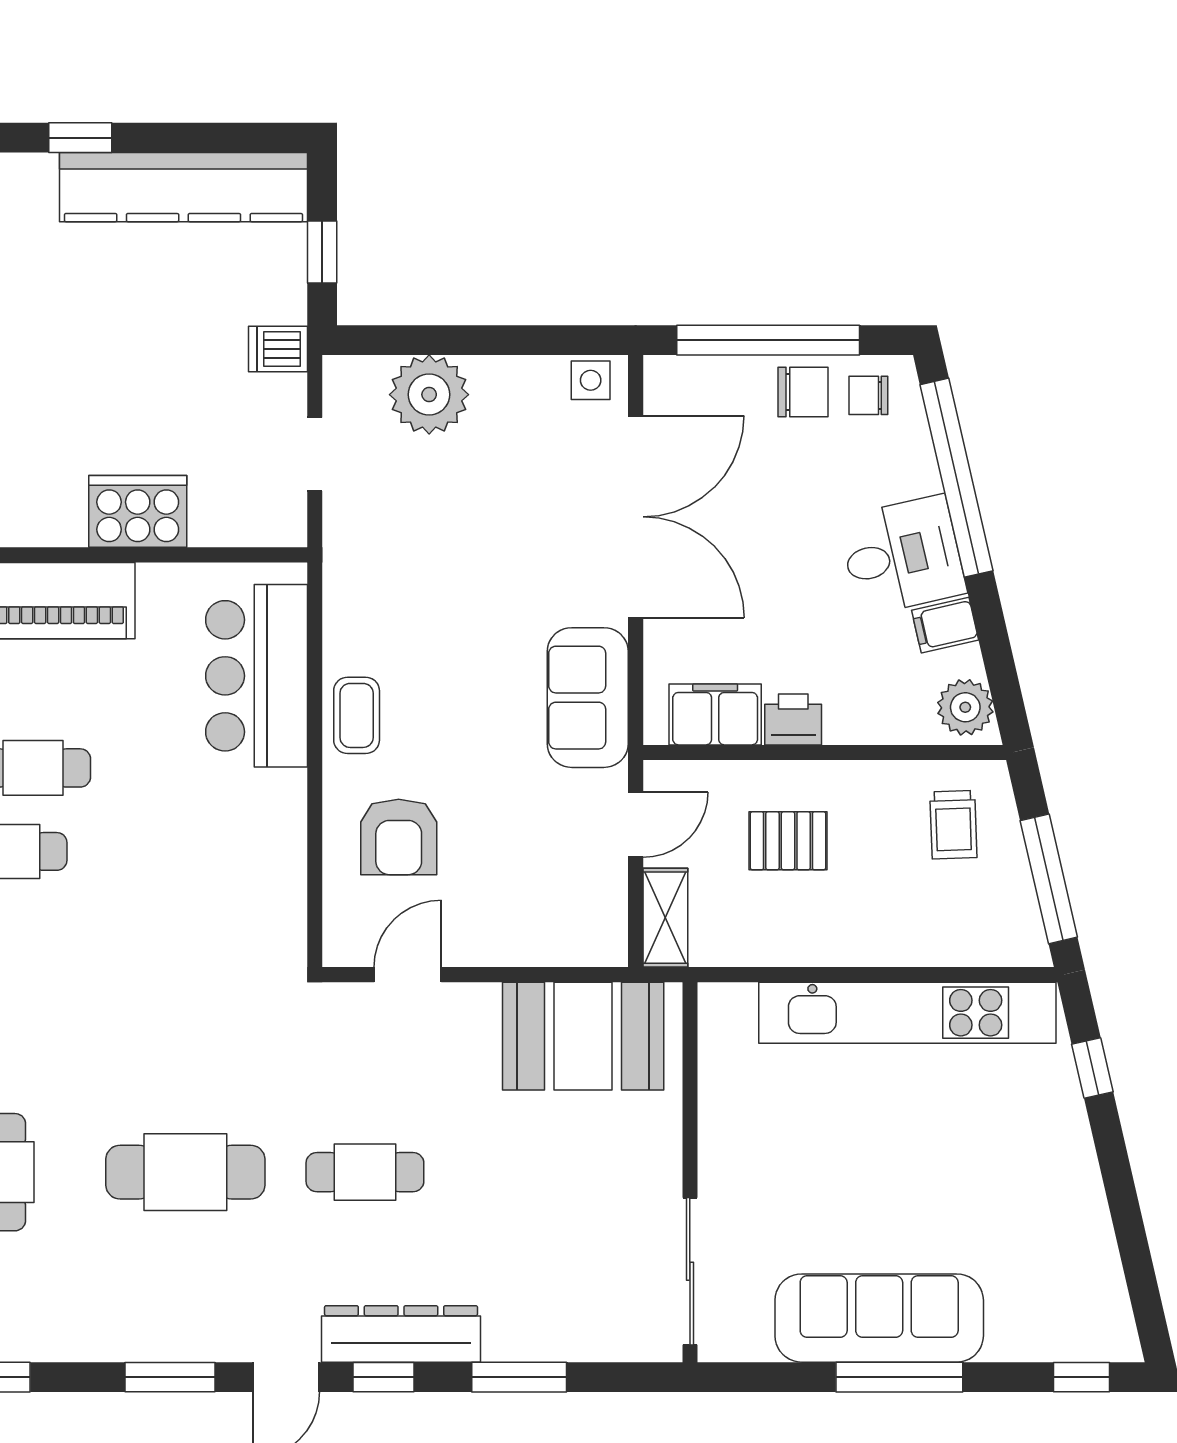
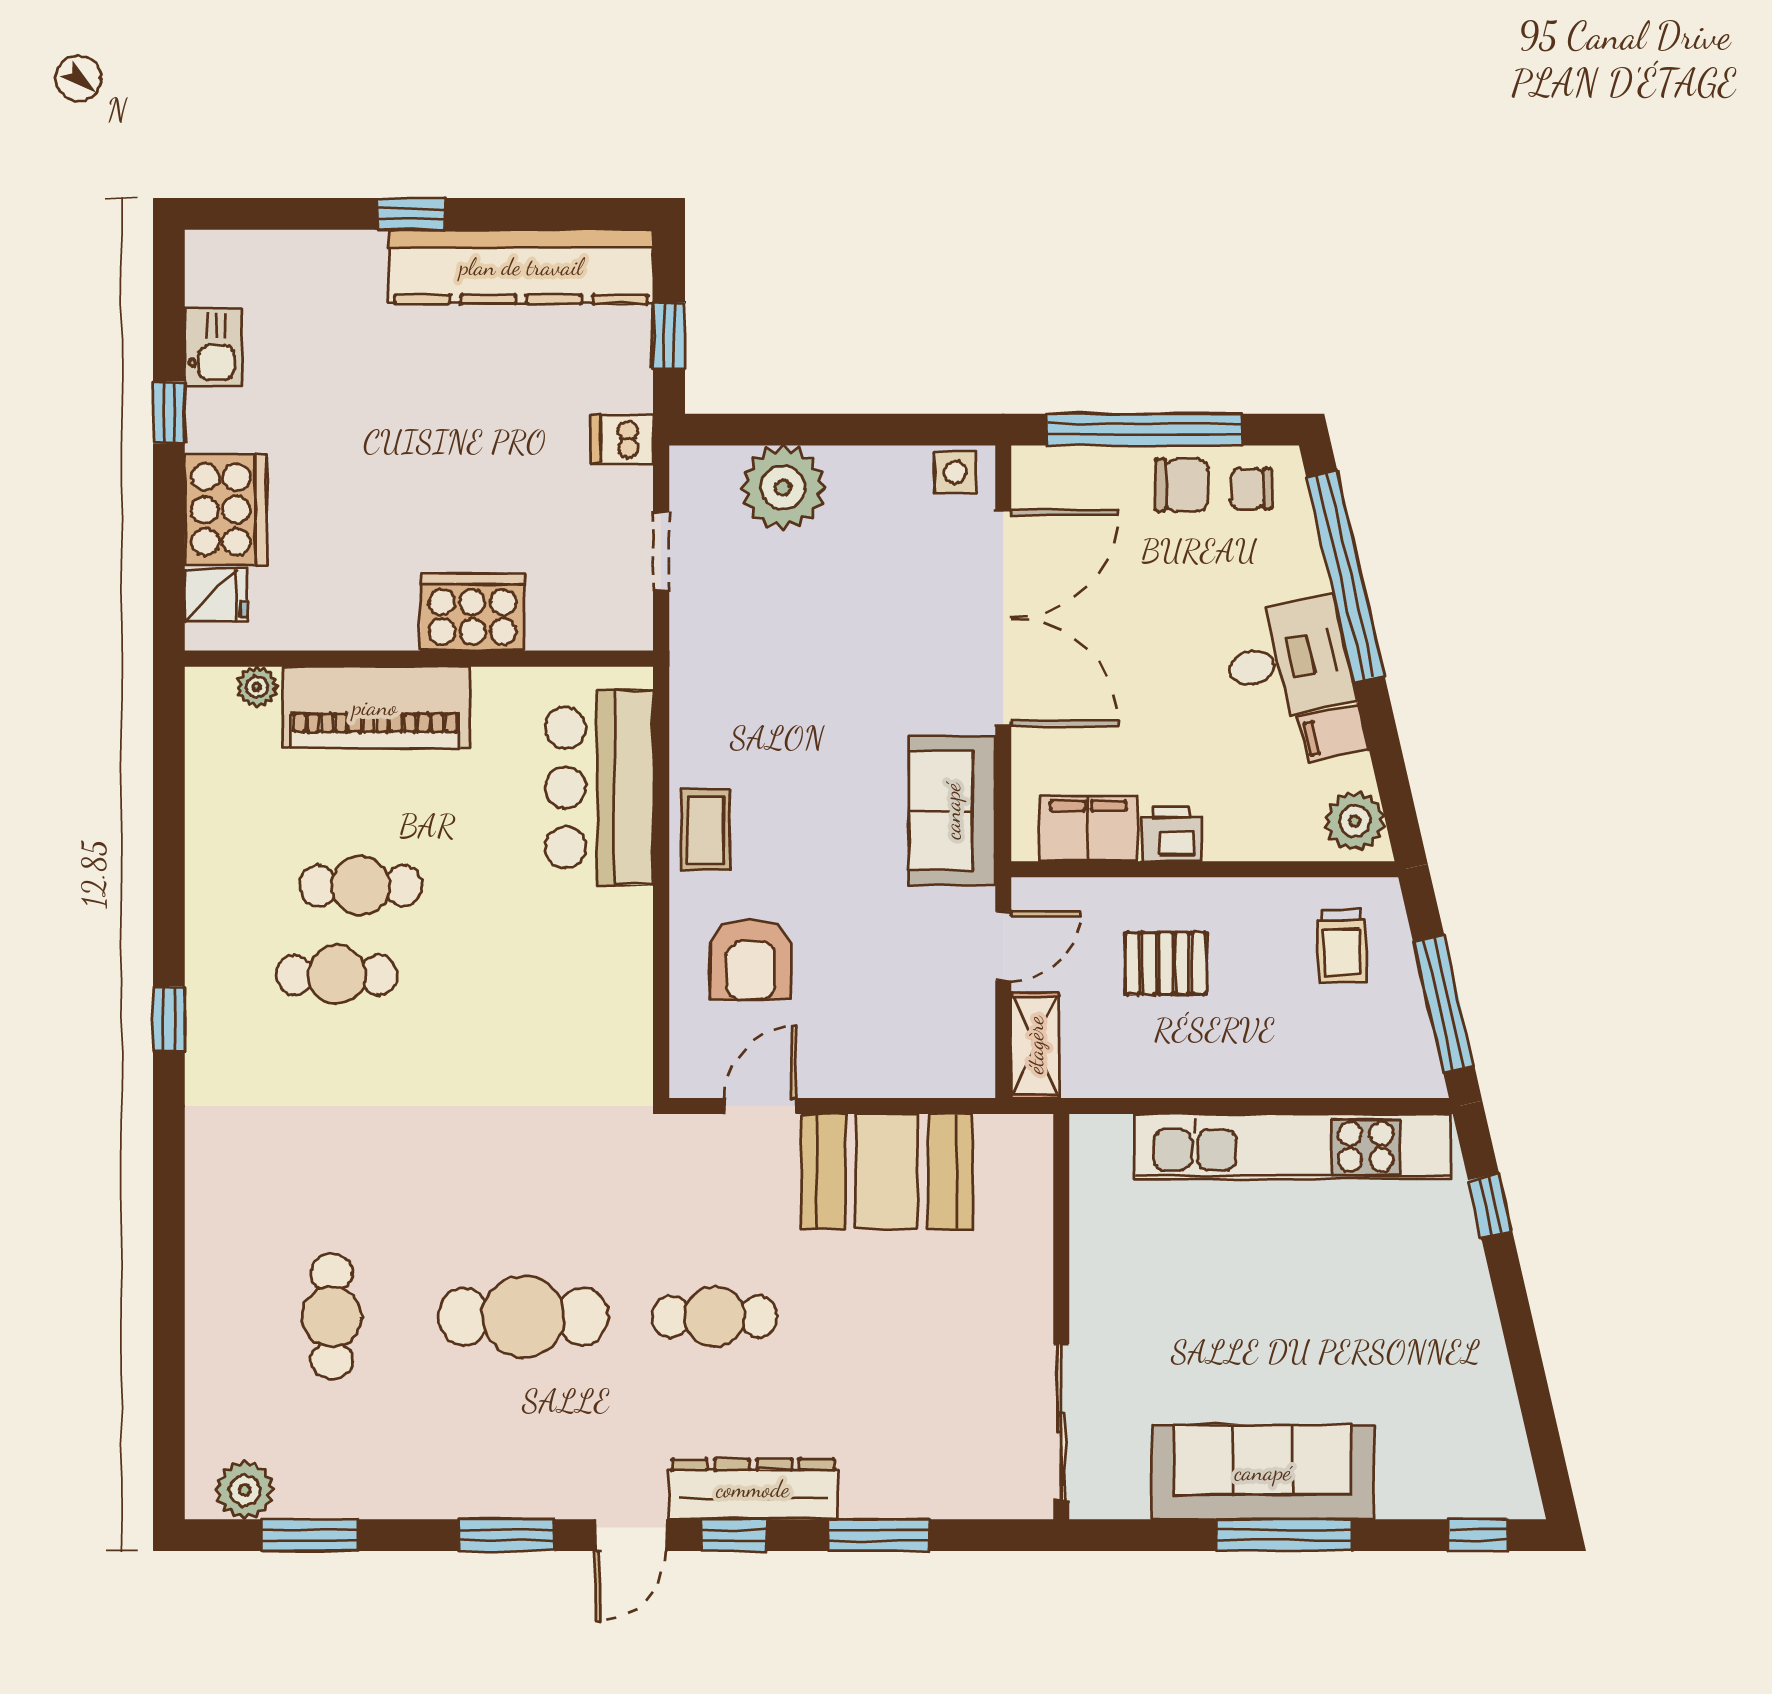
booth: (583, 1036) -> (887, 1172), moved

